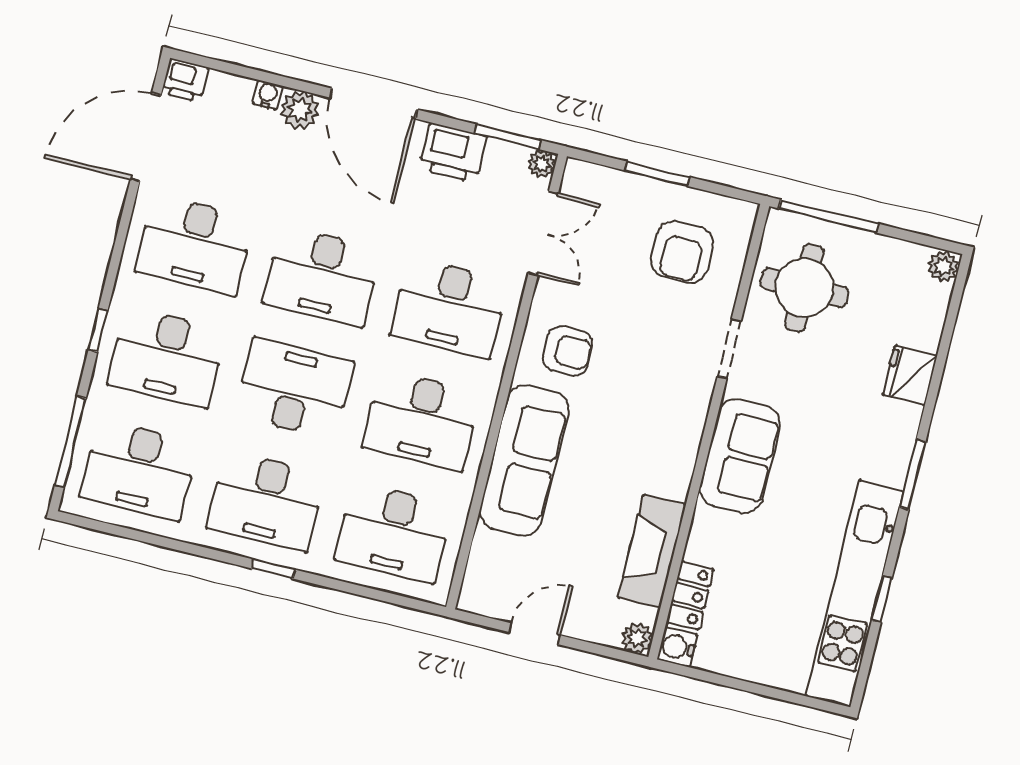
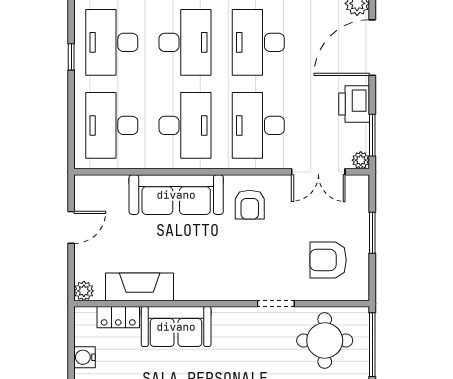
desk: (421, 420) -> (185, 125), turned 180
sofa: (740, 456) -> (176, 327), moved
door: (535, 634) -> (71, 227), hinge flipped
water cooler: (677, 647) -> (85, 357), moved, turned -90

